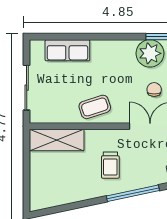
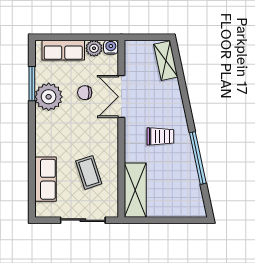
coffee table: (95, 107) -> (89, 172), moved
window: (133, 193) -> (198, 158), moved

